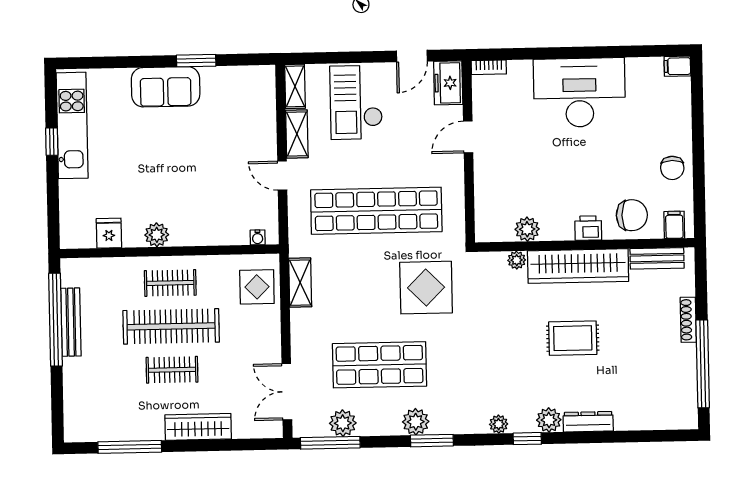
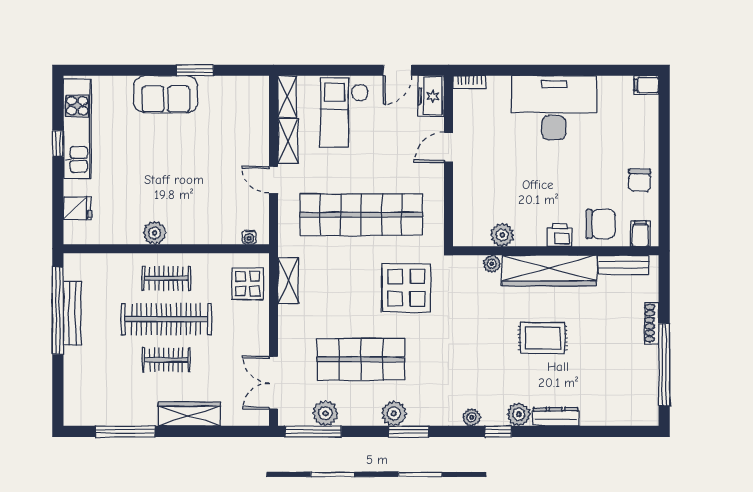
fridge: (109, 233) -> (77, 208), moved, turned 90

